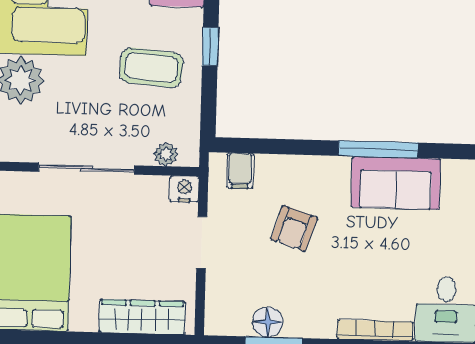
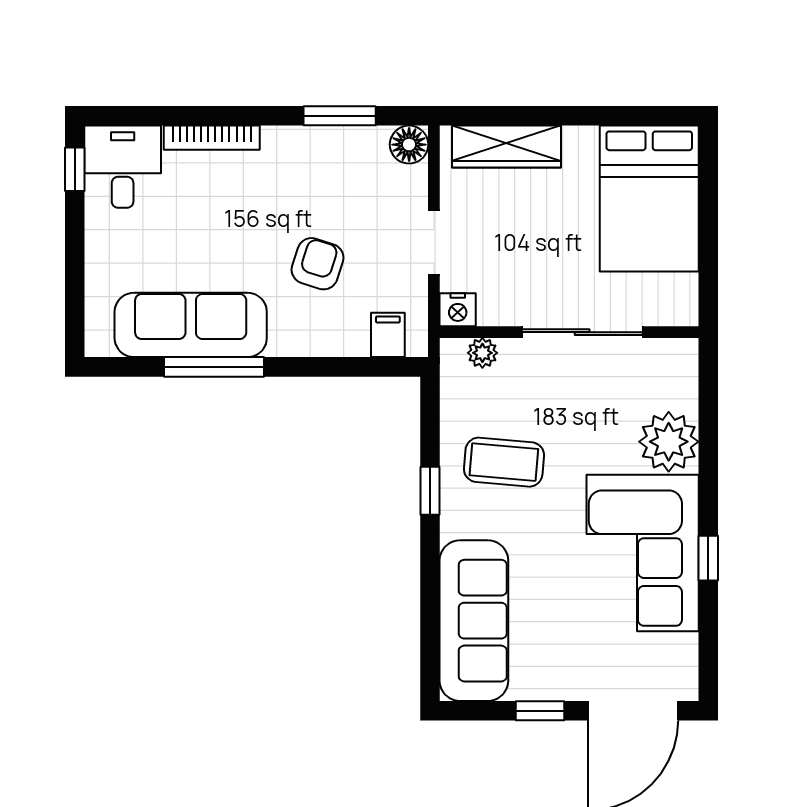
sofa: (396, 183) -> (191, 325), width x1.36
floor lamp: (268, 322) -> (409, 145), moved

